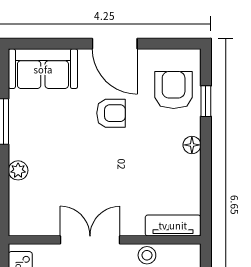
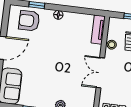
armchair: (111, 113) -> (37, 54), removed

